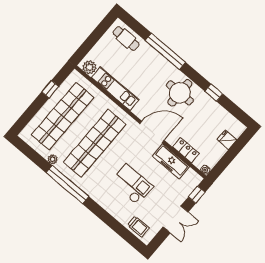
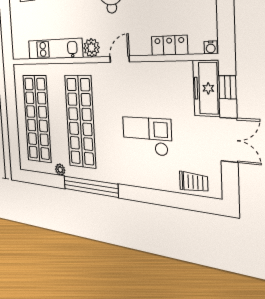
plant: (89, 67) -> (92, 48), moved
window: (50, 89) -> (11, 102), removed
door: (152, 132) -> (120, 59), width x0.53
freezer: (171, 161) -> (206, 88), moved, turned 90

